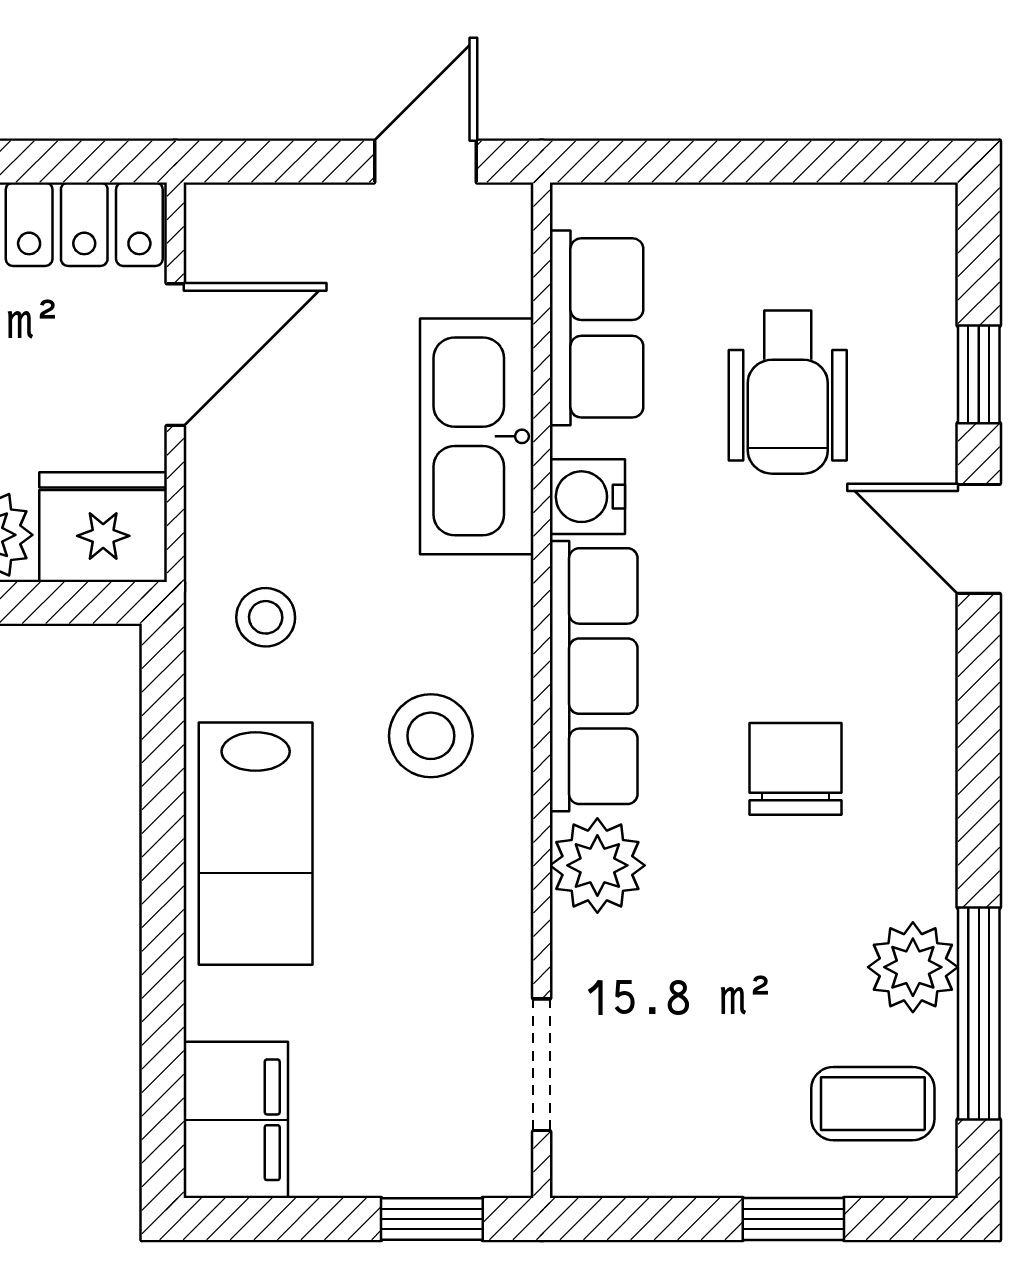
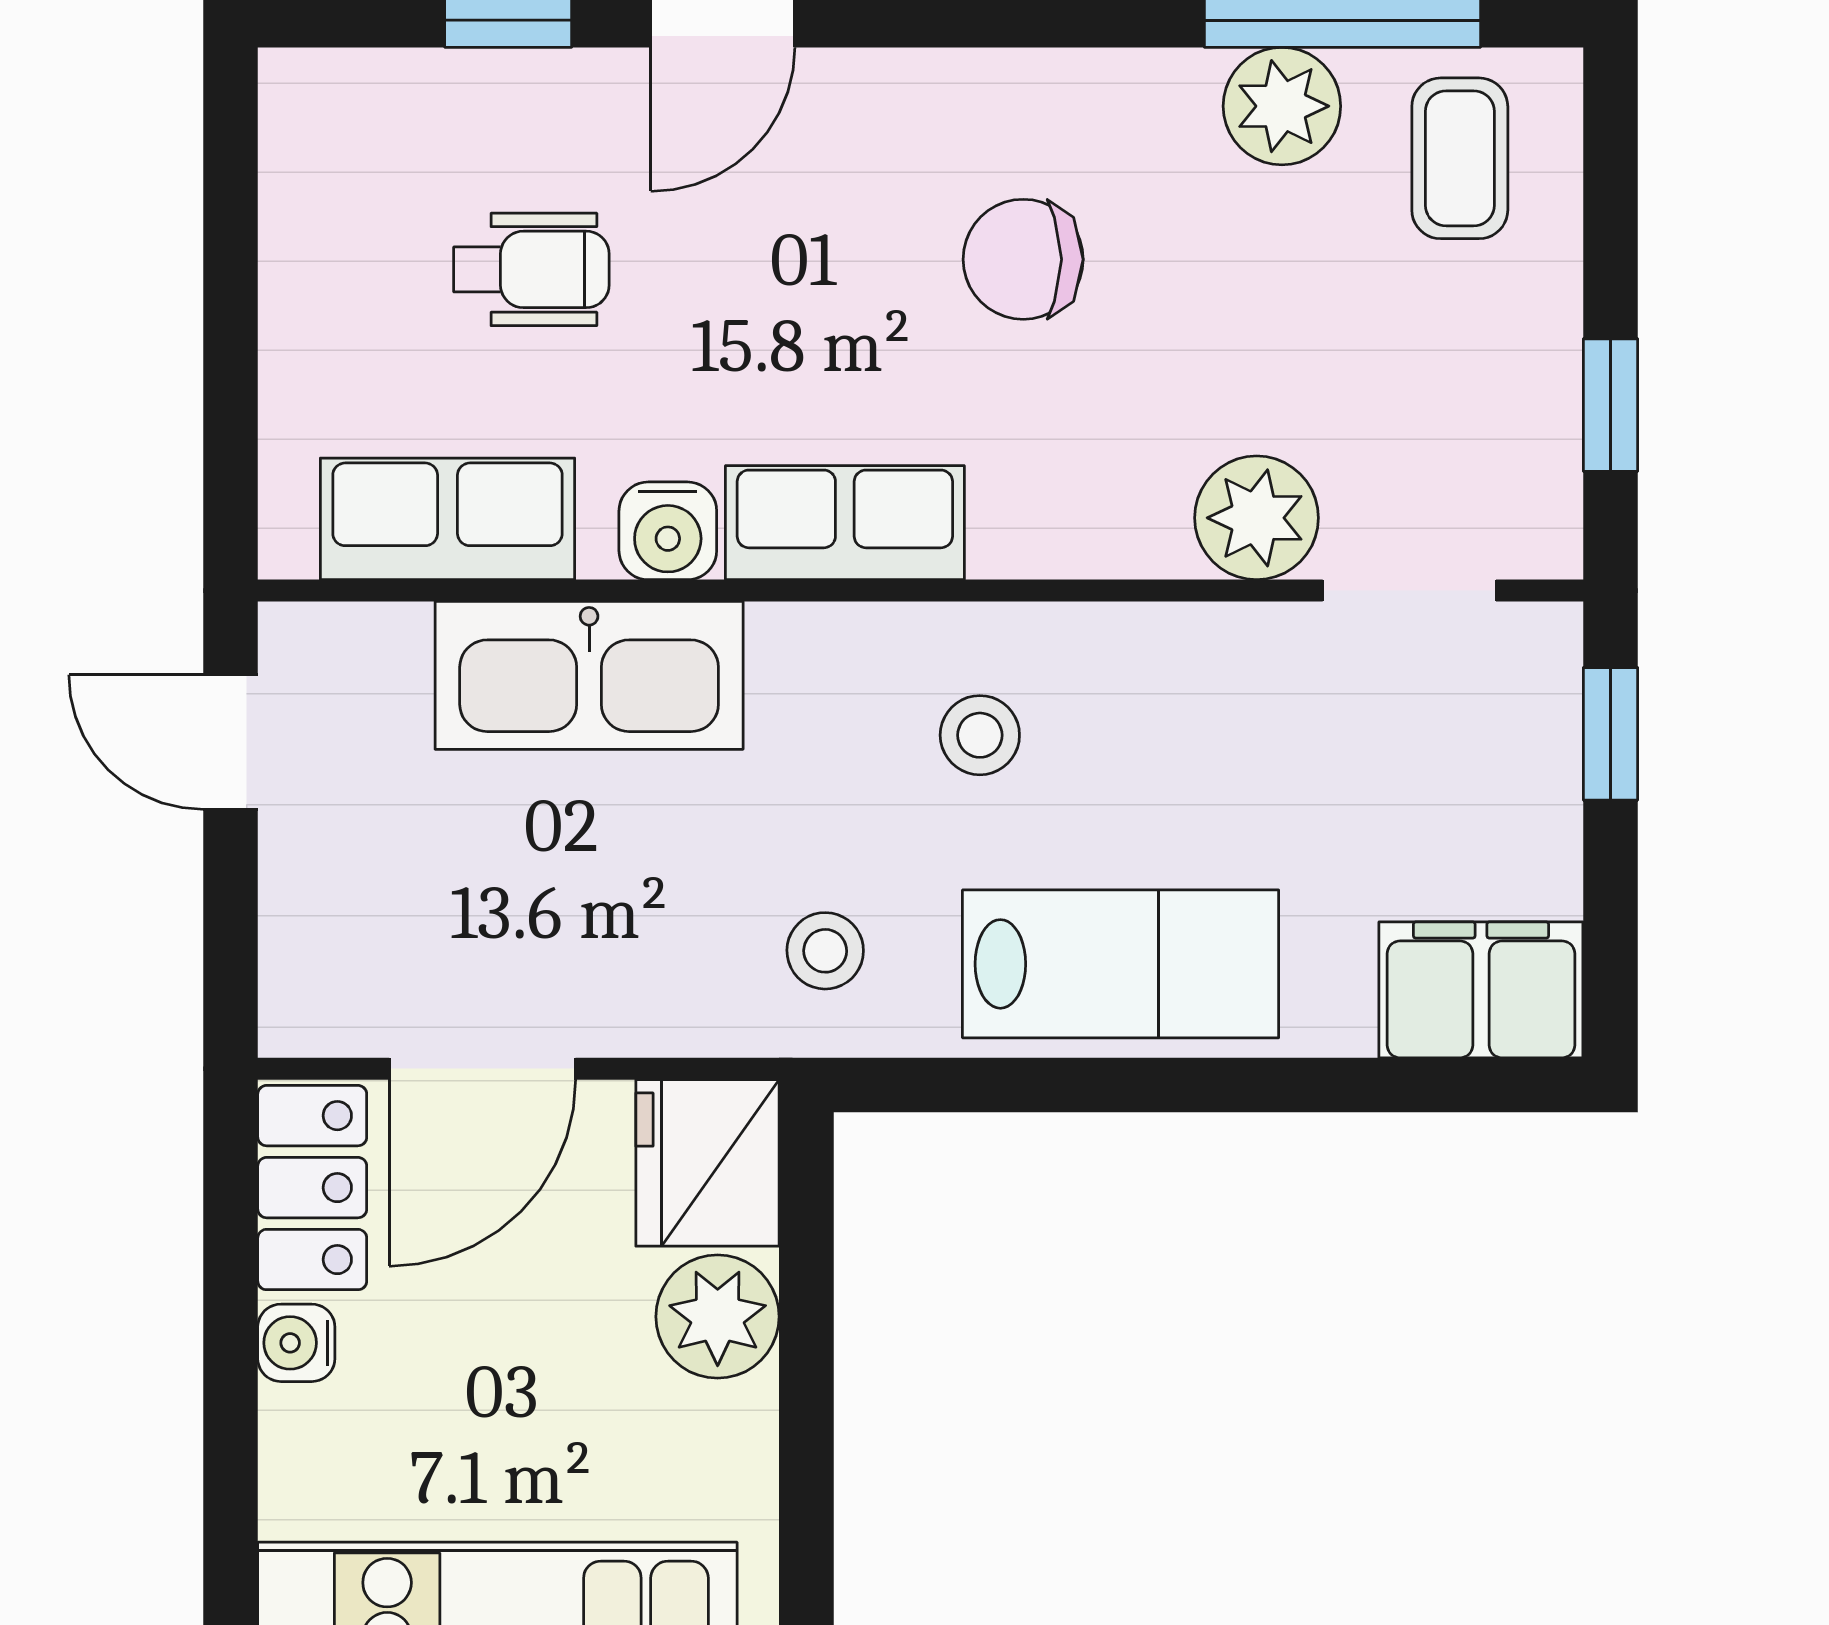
door: (175, 355) -> (482, 1069), swing flipped
wheelchair: (788, 392) -> (531, 269), width x0.73, depth x0.73
row of seats: (594, 676) -> (845, 523), width x0.68
stool: (431, 736) -> (980, 735), width x0.73, depth x0.73
plant: (597, 865) -> (1257, 518), moved
window: (793, 1219) -> (1610, 405), moved

